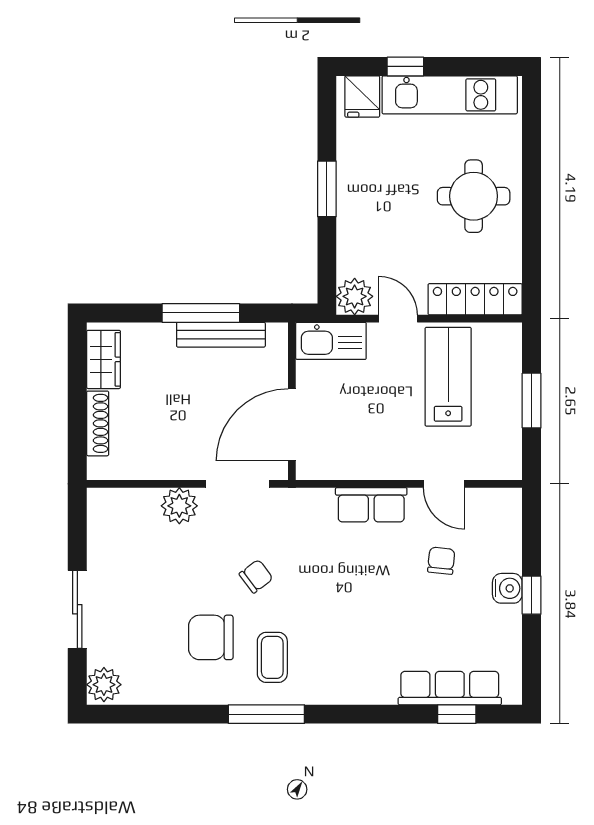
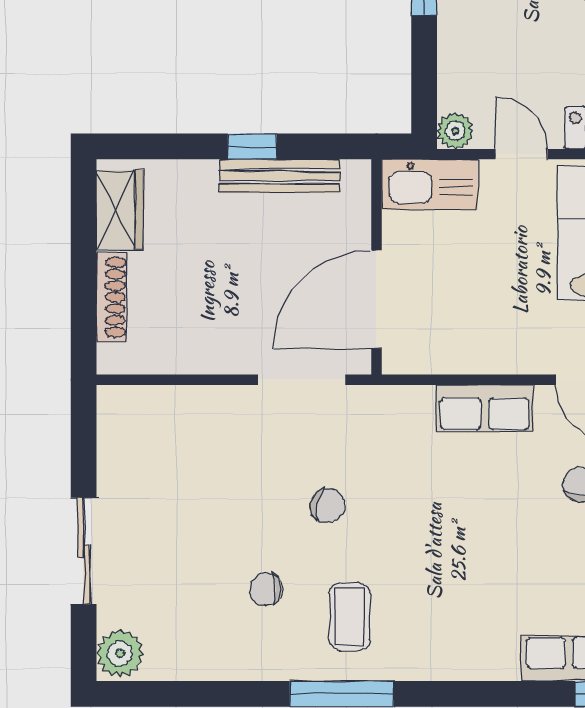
plant: (355, 296) -> (455, 131), width x0.73, depth x0.73
window: (201, 313) -> (252, 146), width x0.46
plant: (179, 506) -> (223, 410), removed
chair: (256, 576) -> (328, 506), turned 48
chair: (211, 637) -> (266, 589), width x0.54, depth x0.54

